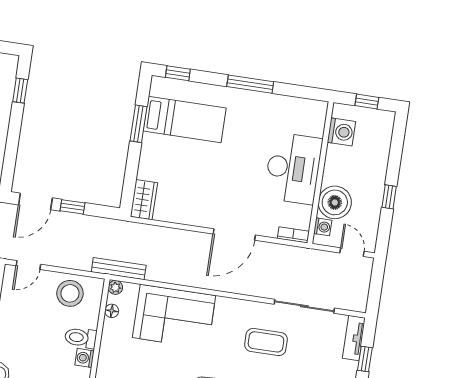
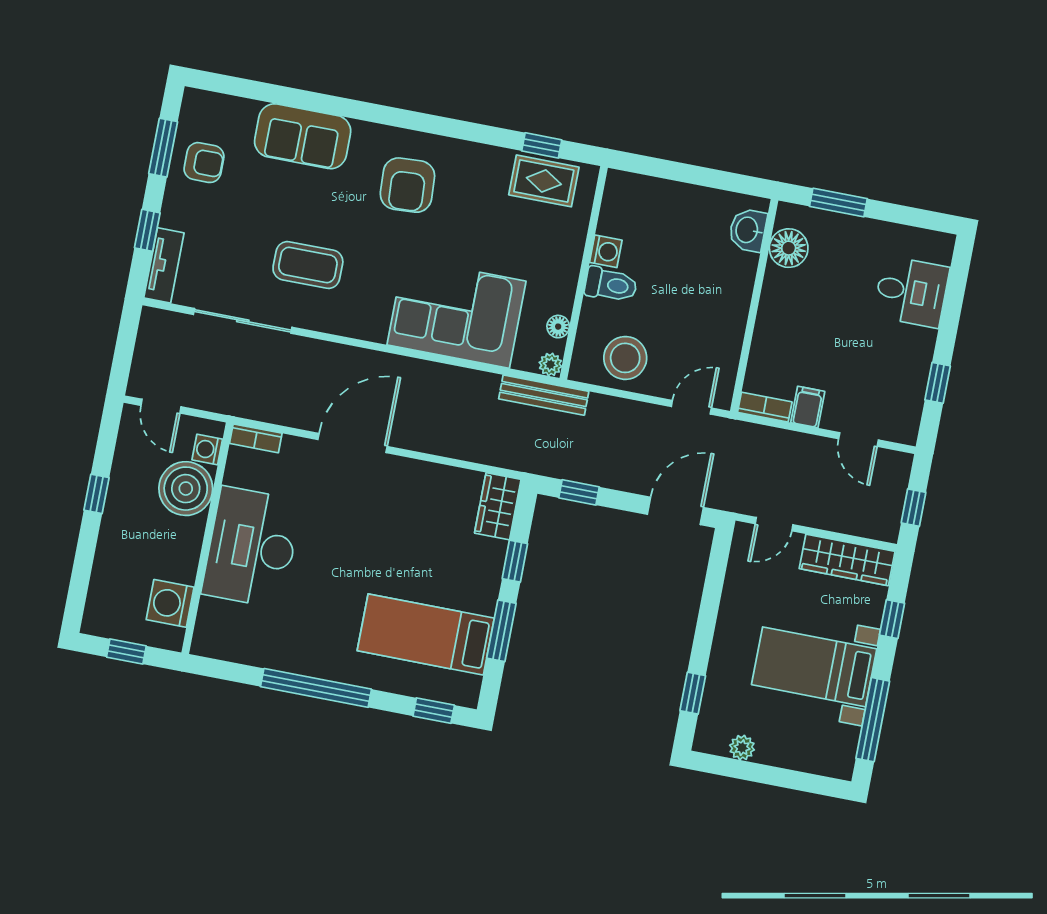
window: (250, 84) -> (316, 688), width x1.46
window: (132, 167) -> (515, 561), added
window: (73, 207) -> (579, 492), moved

